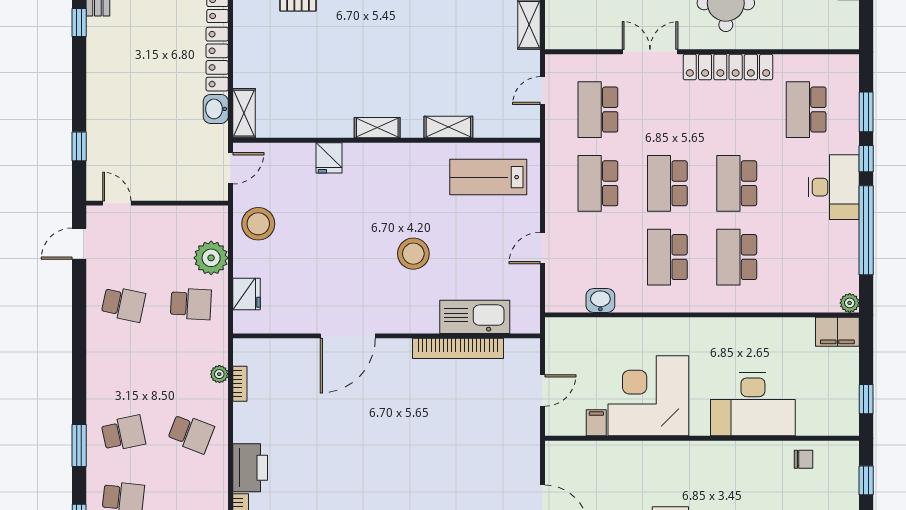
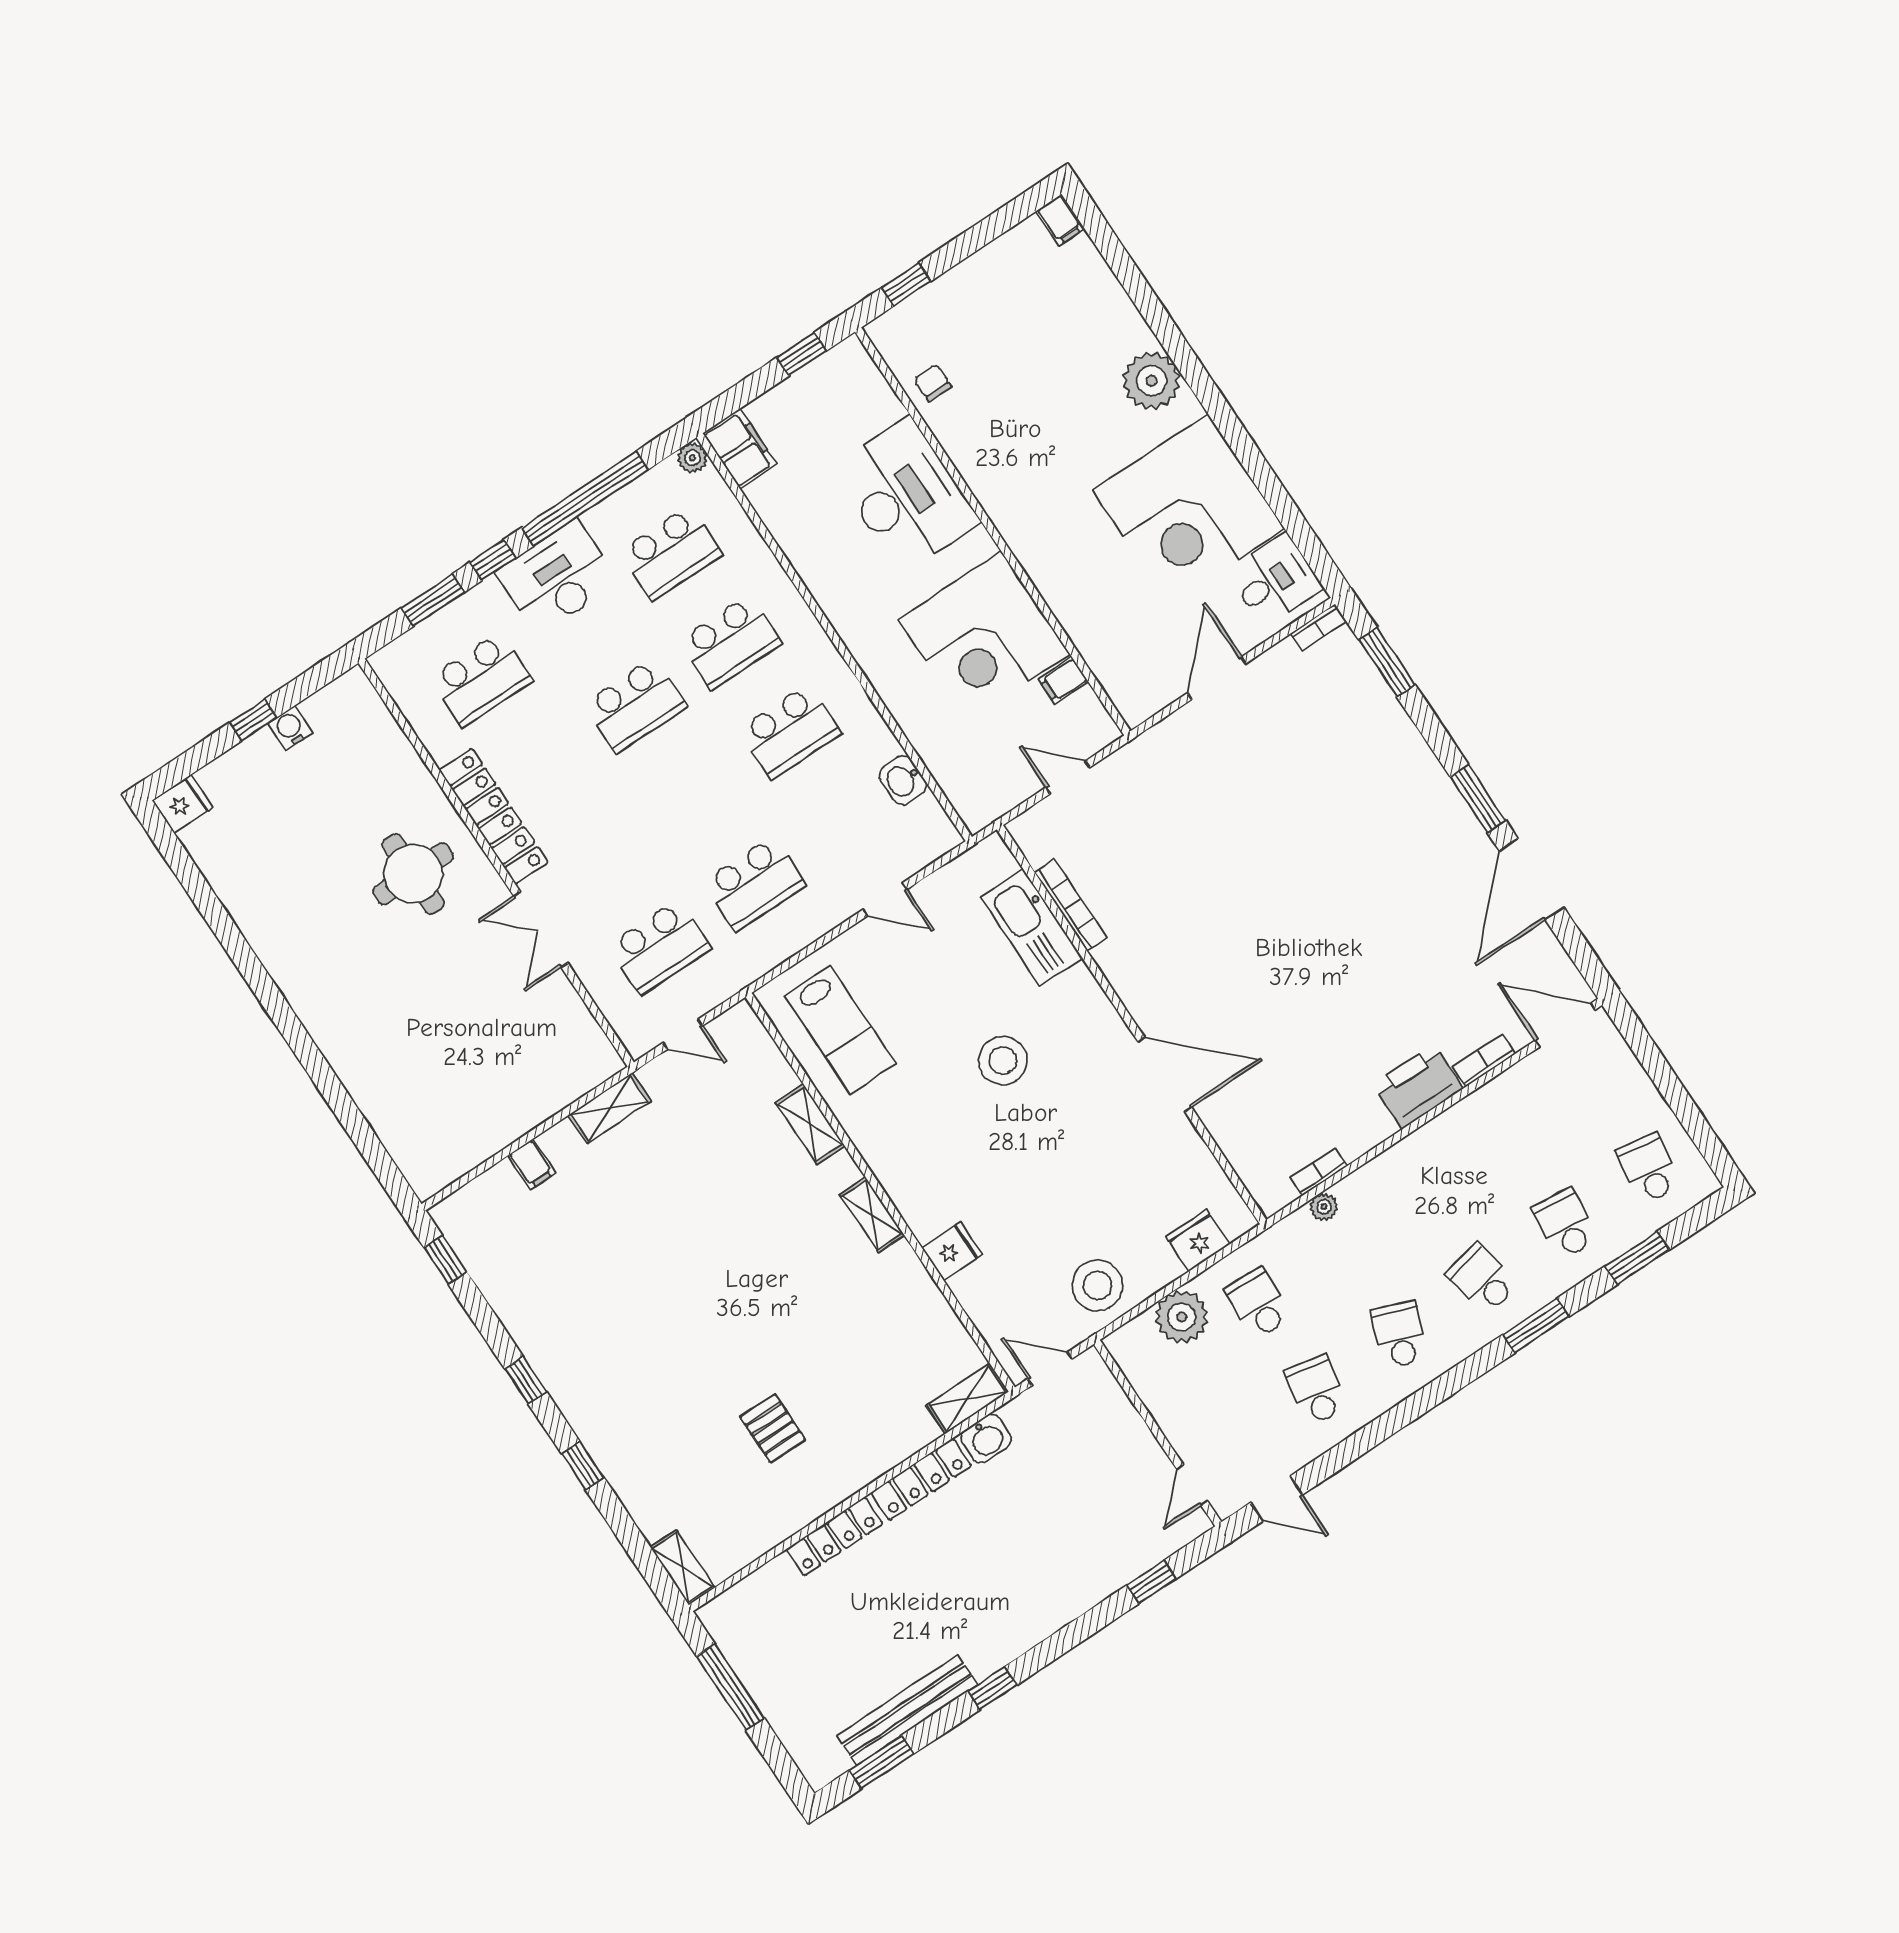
school desk: (667, 183) -> (671, 553), moved
bookcase: (458, 348) -> (1071, 905), width x0.68, depth x0.76
school desk: (191, 433) -> (1399, 1335), moved

